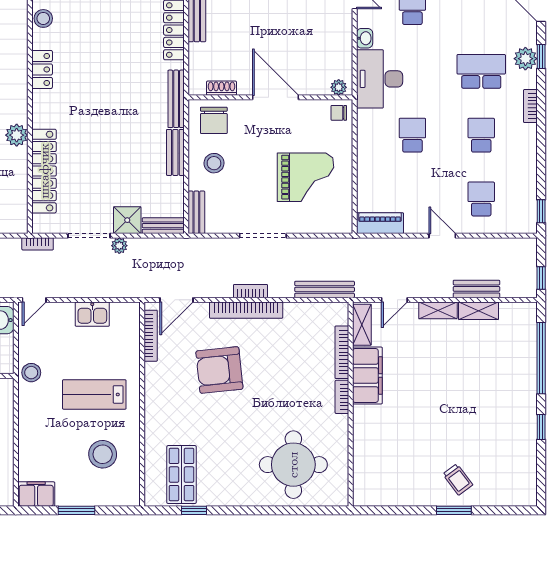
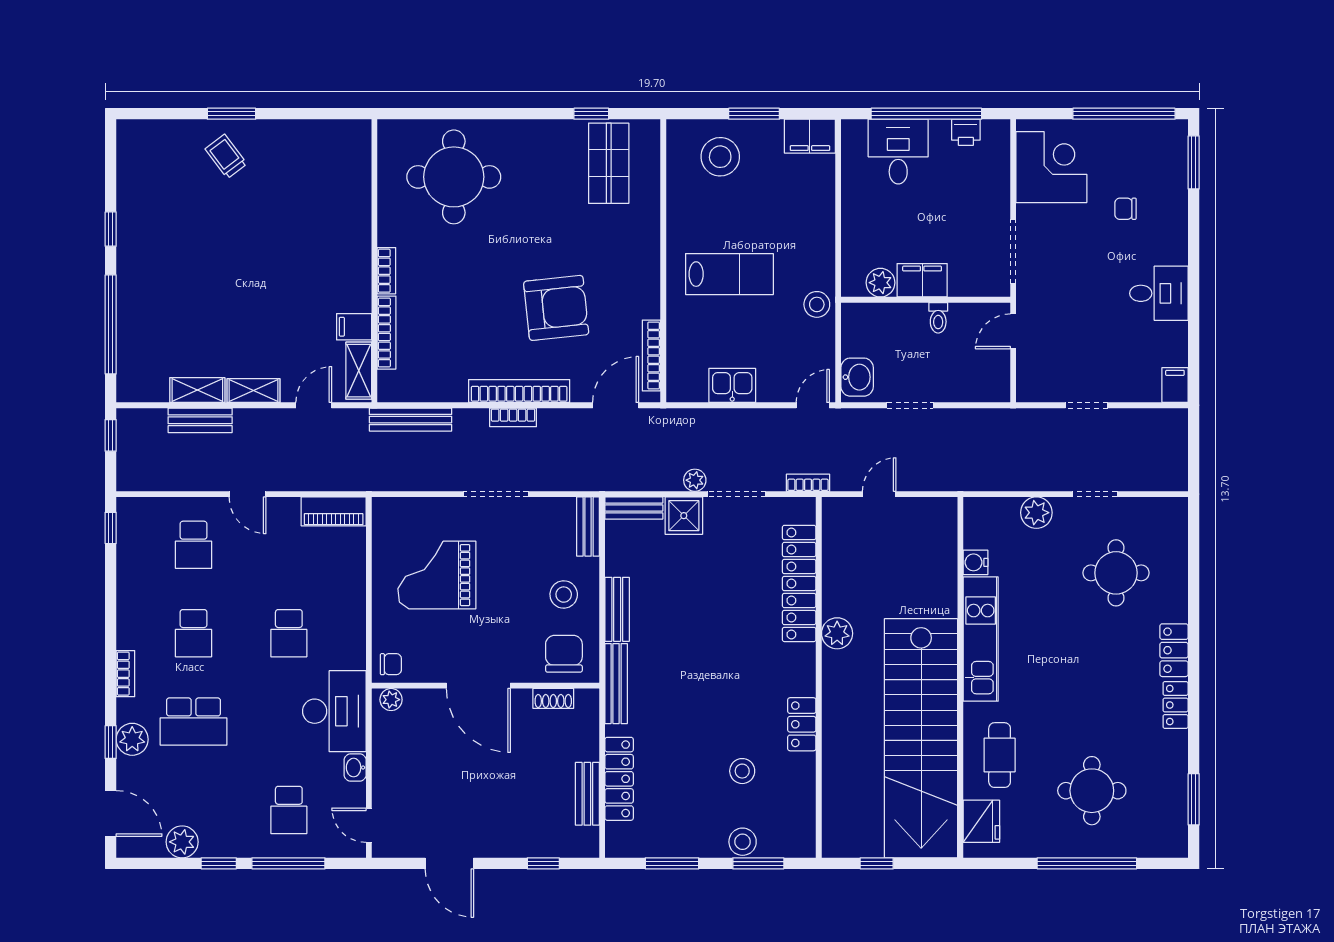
stool: (43, 18) -> (742, 771), moved
filing cabinet: (367, 375) -> (354, 327), width x0.33, depth x0.86
stool: (103, 454) -> (720, 157), moved

